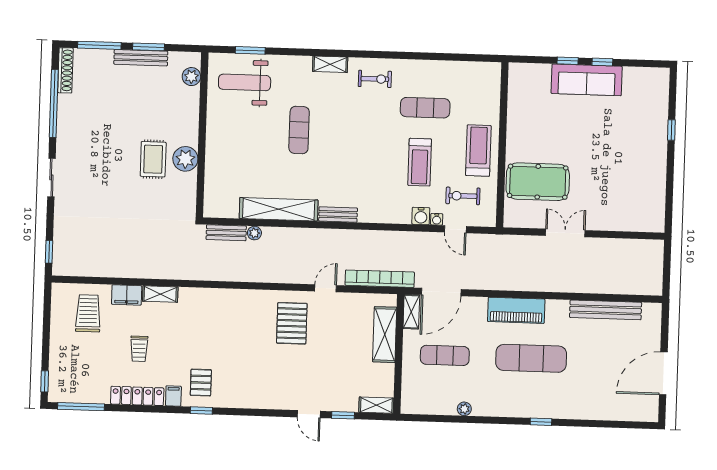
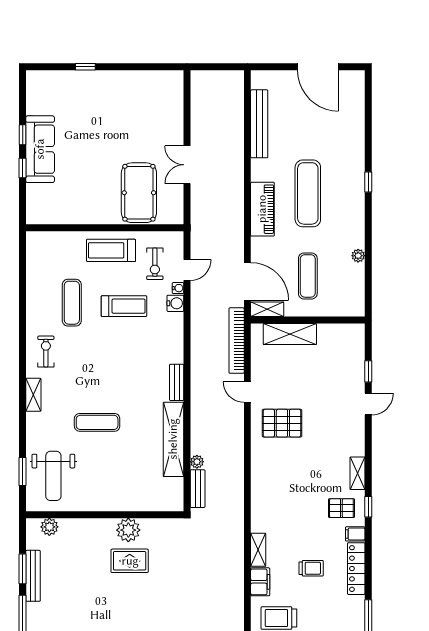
shelving: (376, 405) -> (357, 473), moved

